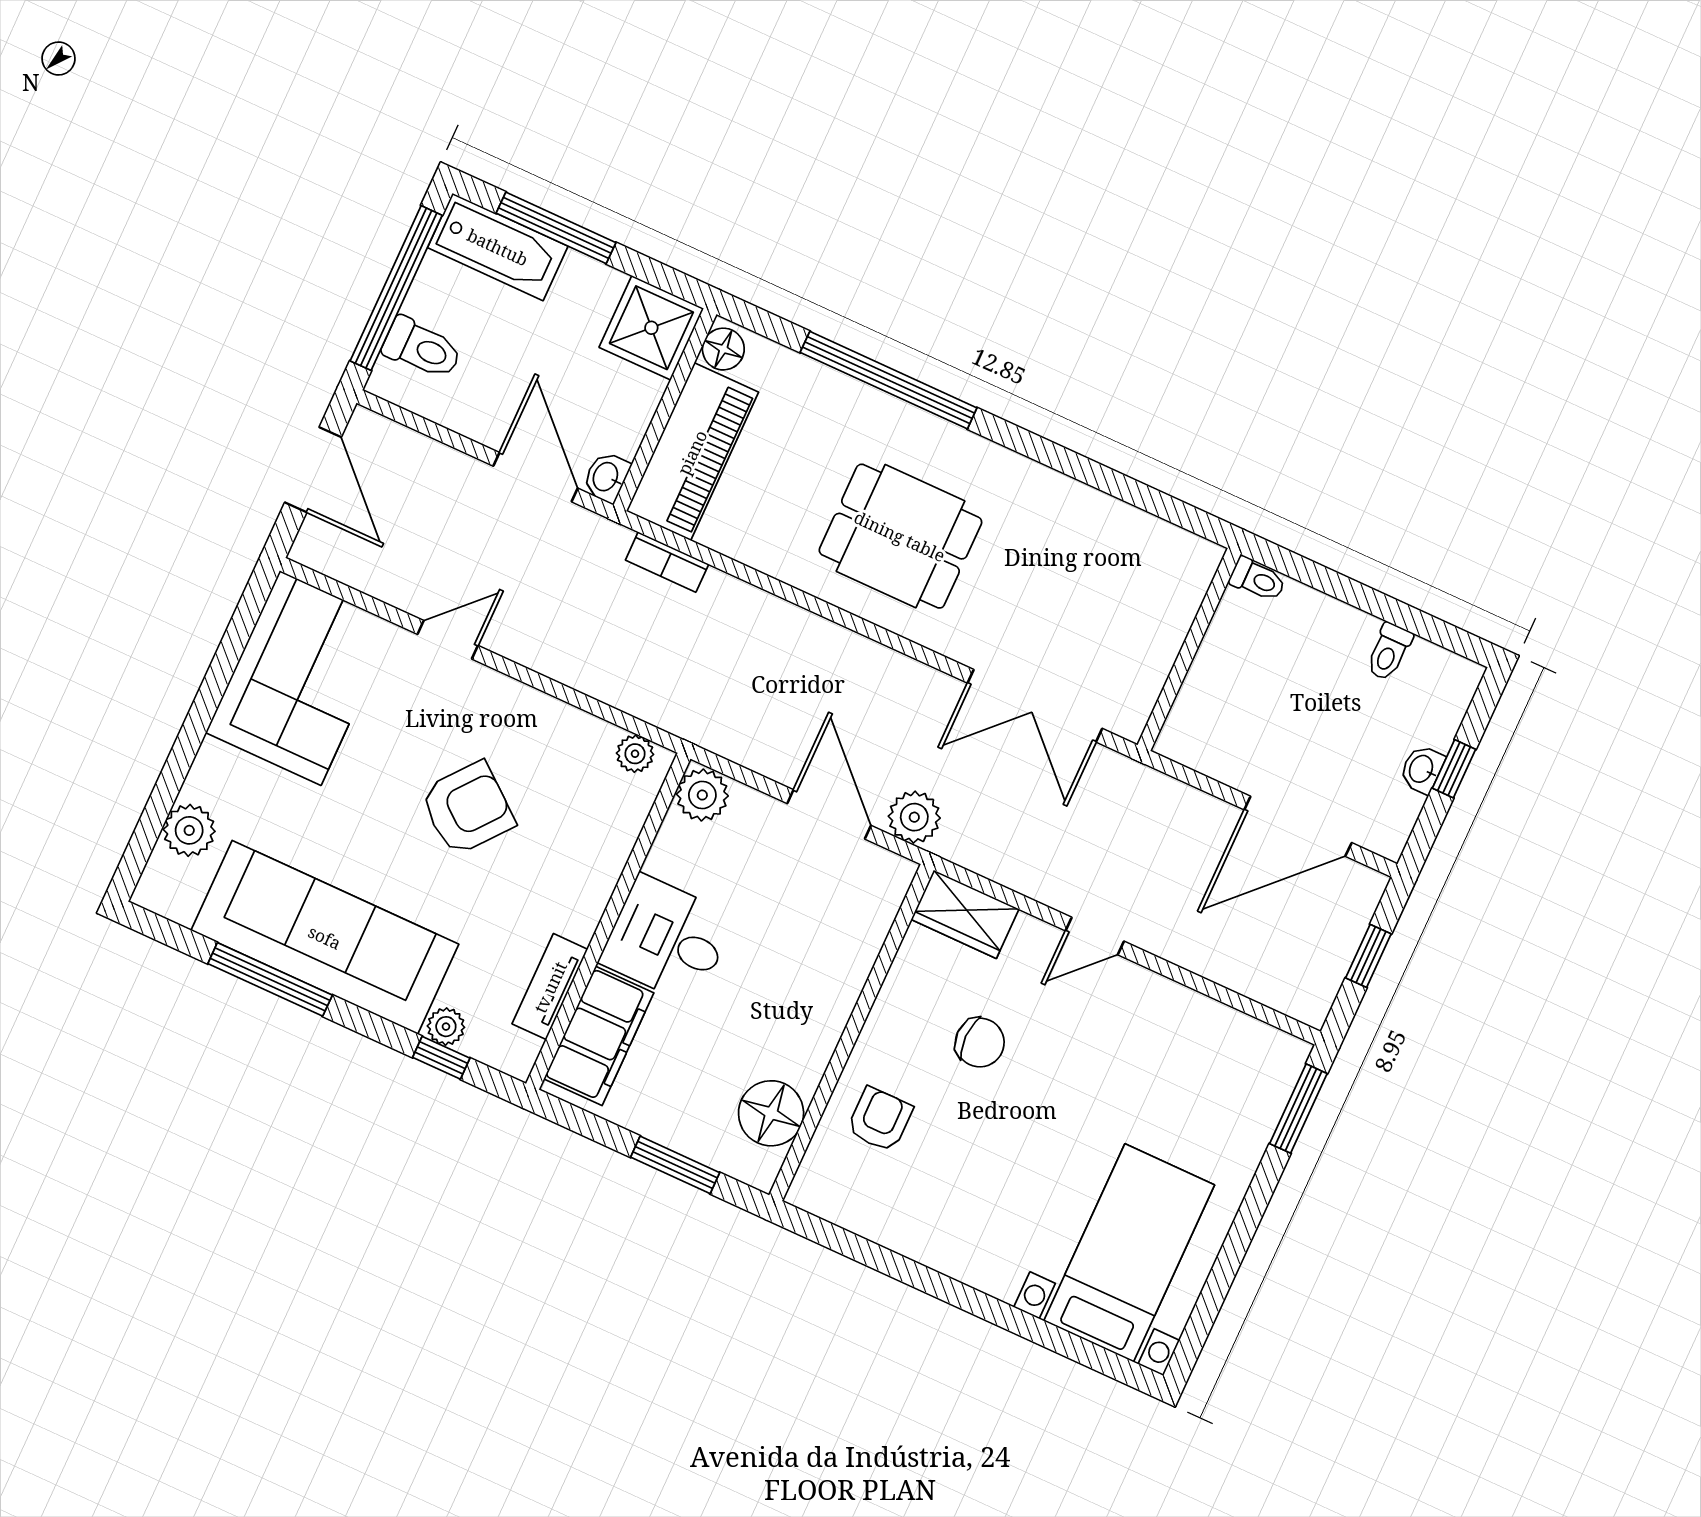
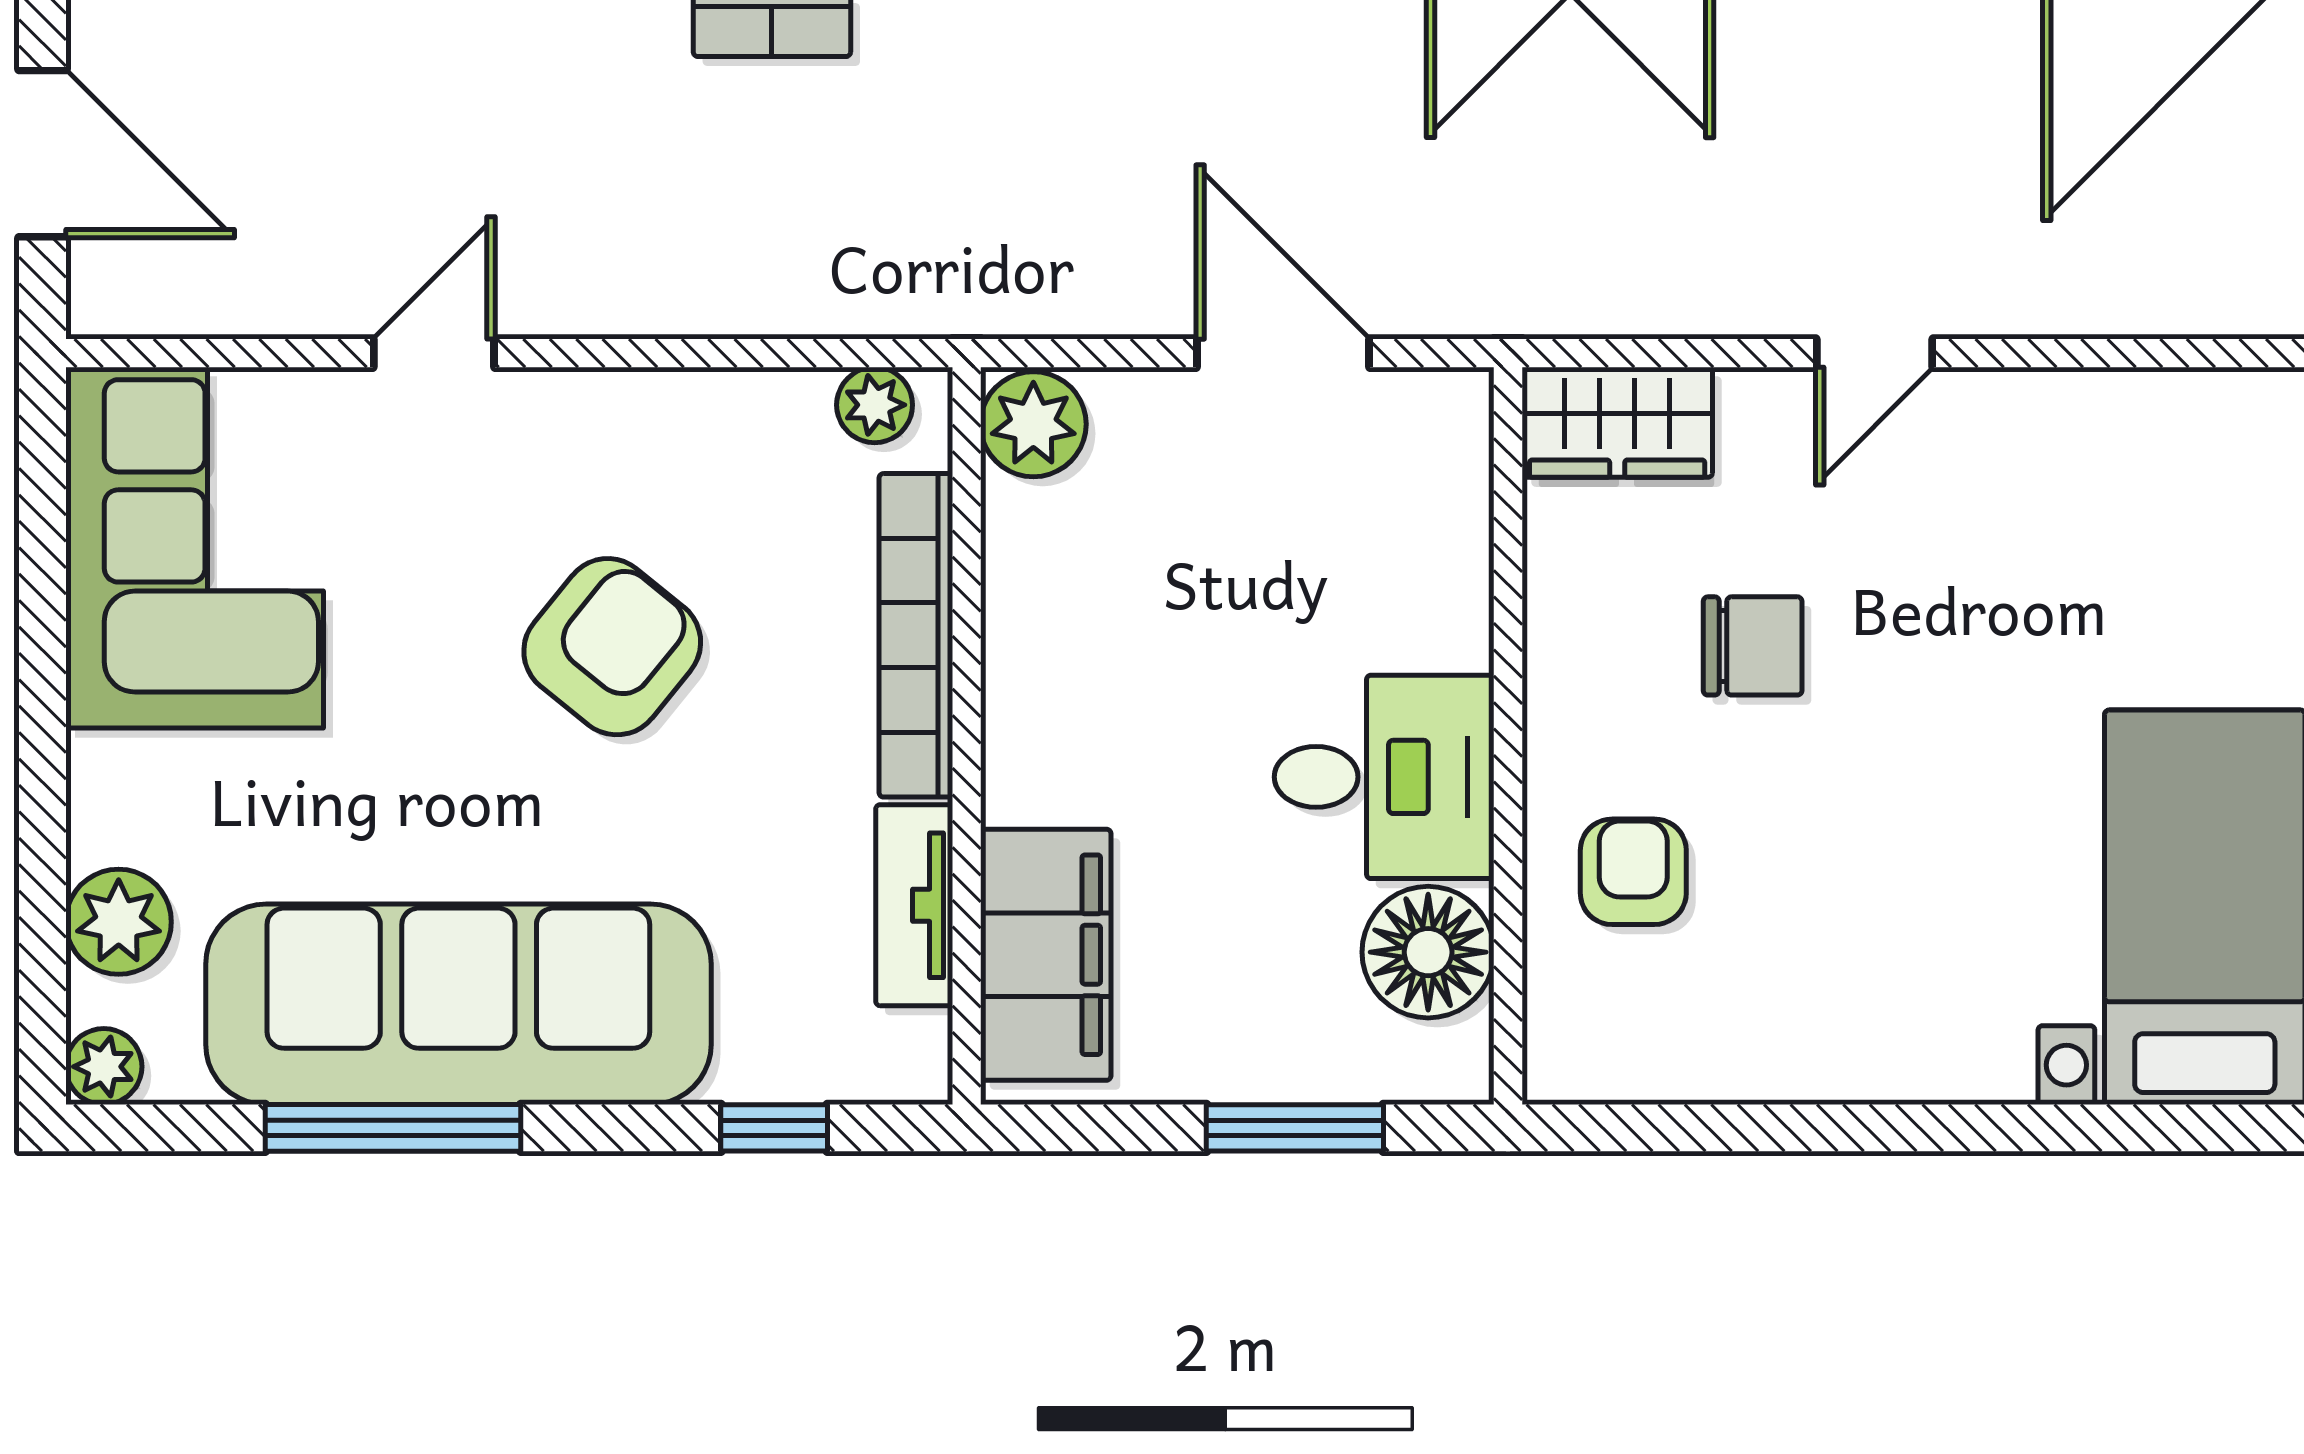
plant: (914, 817) -> (1442, 286), removed
bookcase: (606, 866) -> (916, 635), added
desk: (667, 940) -> (1384, 777), moved, turned 180
plant: (446, 1027) -> (104, 1067), moved

